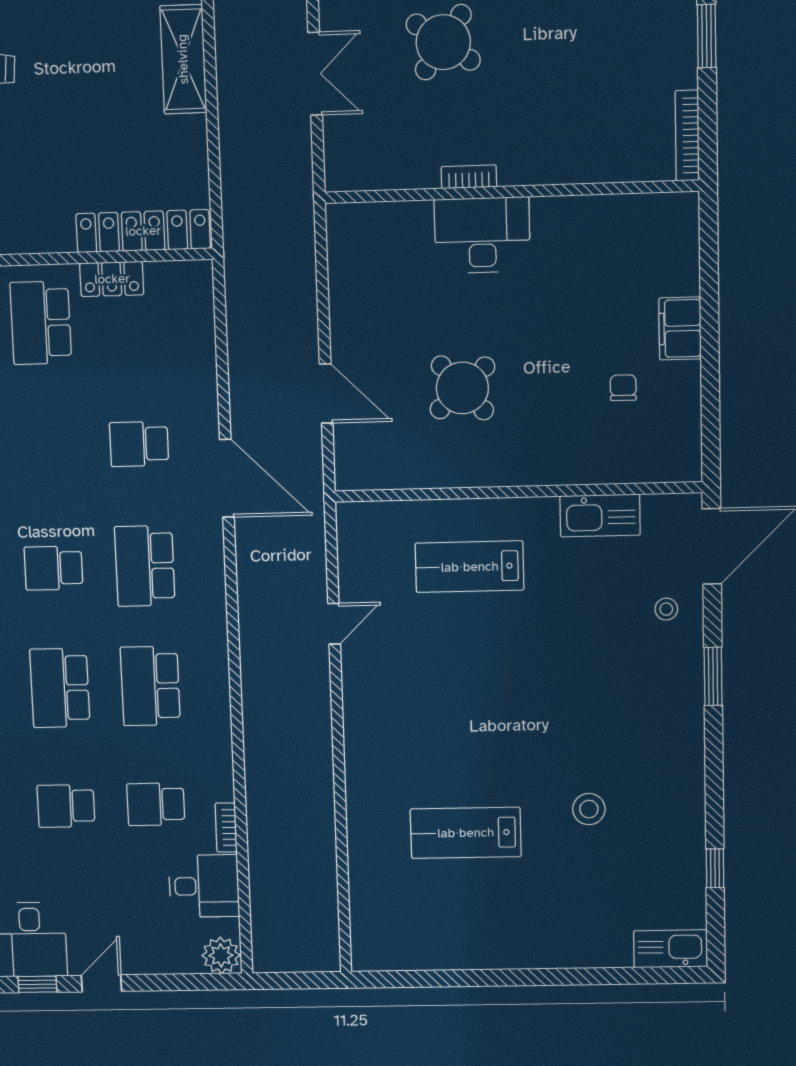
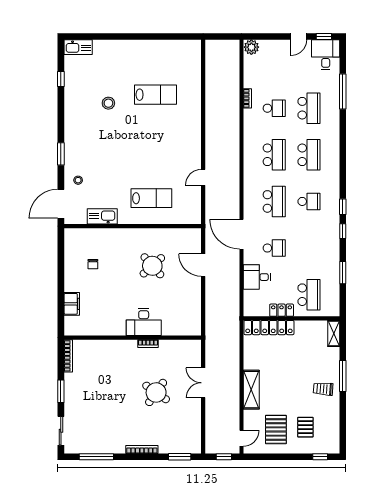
filing cabinet: (680, 328) -> (72, 304), moved
school desk: (66, 806) -> (309, 108), width x1.85
desk: (204, 886) -> (257, 277), moved

